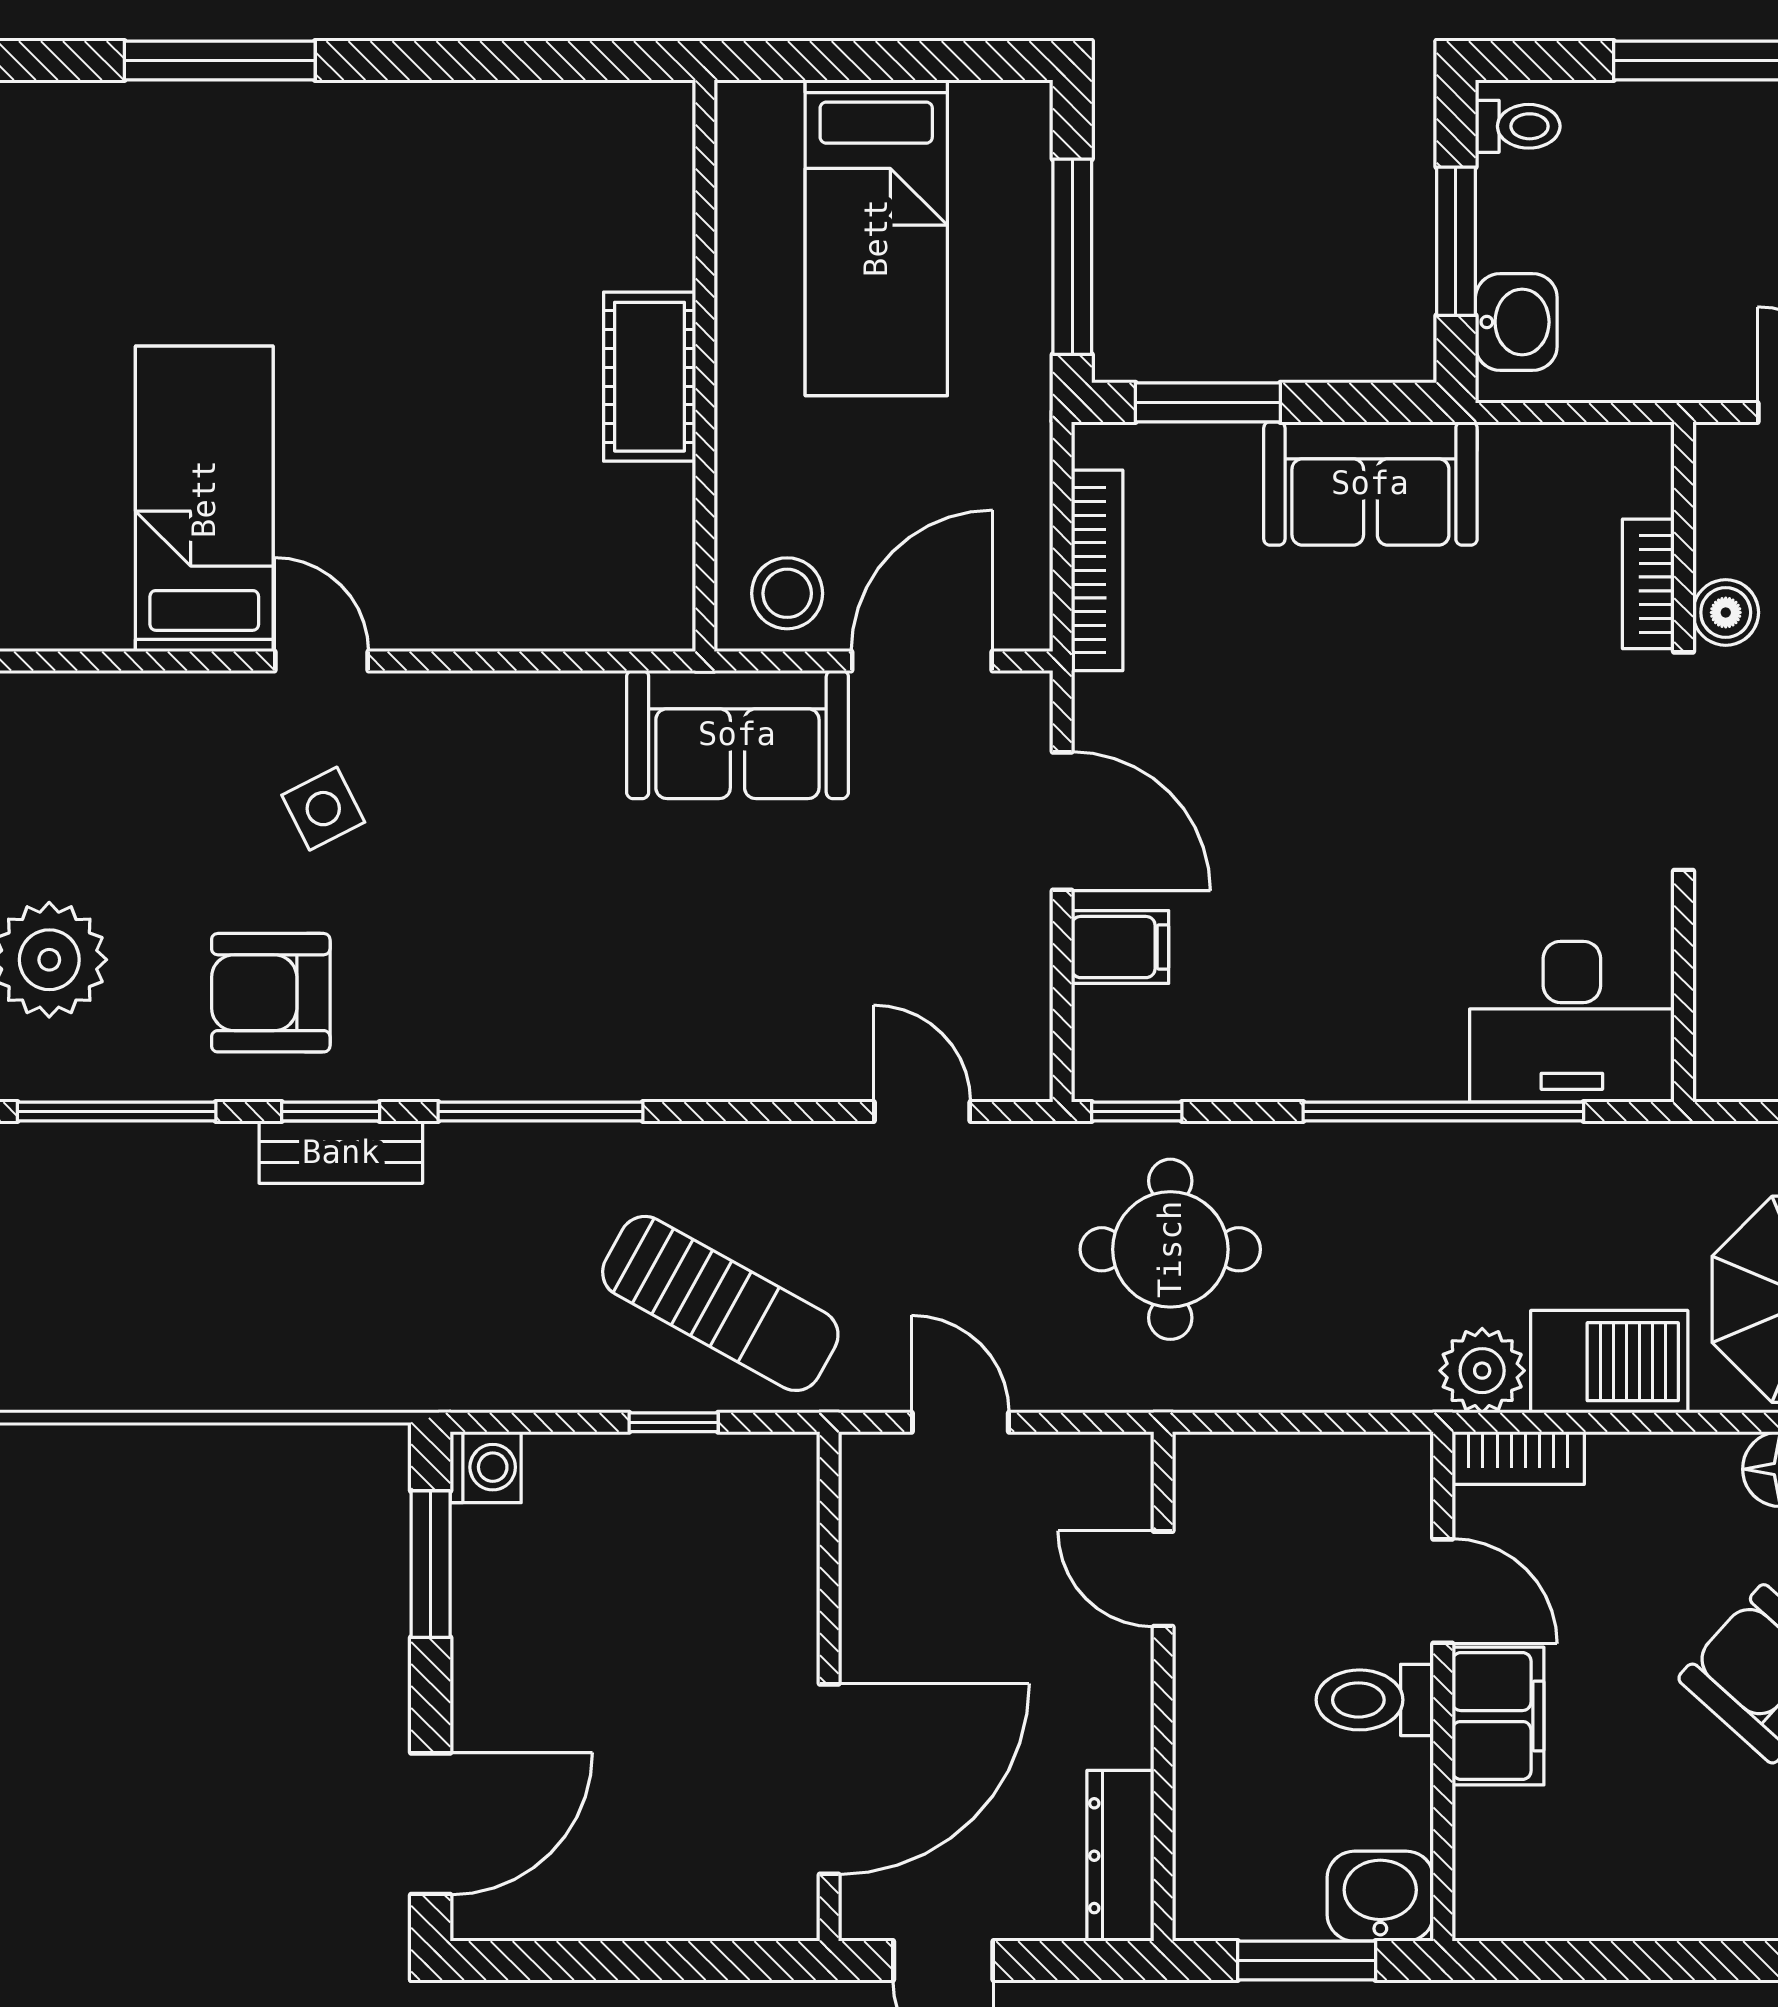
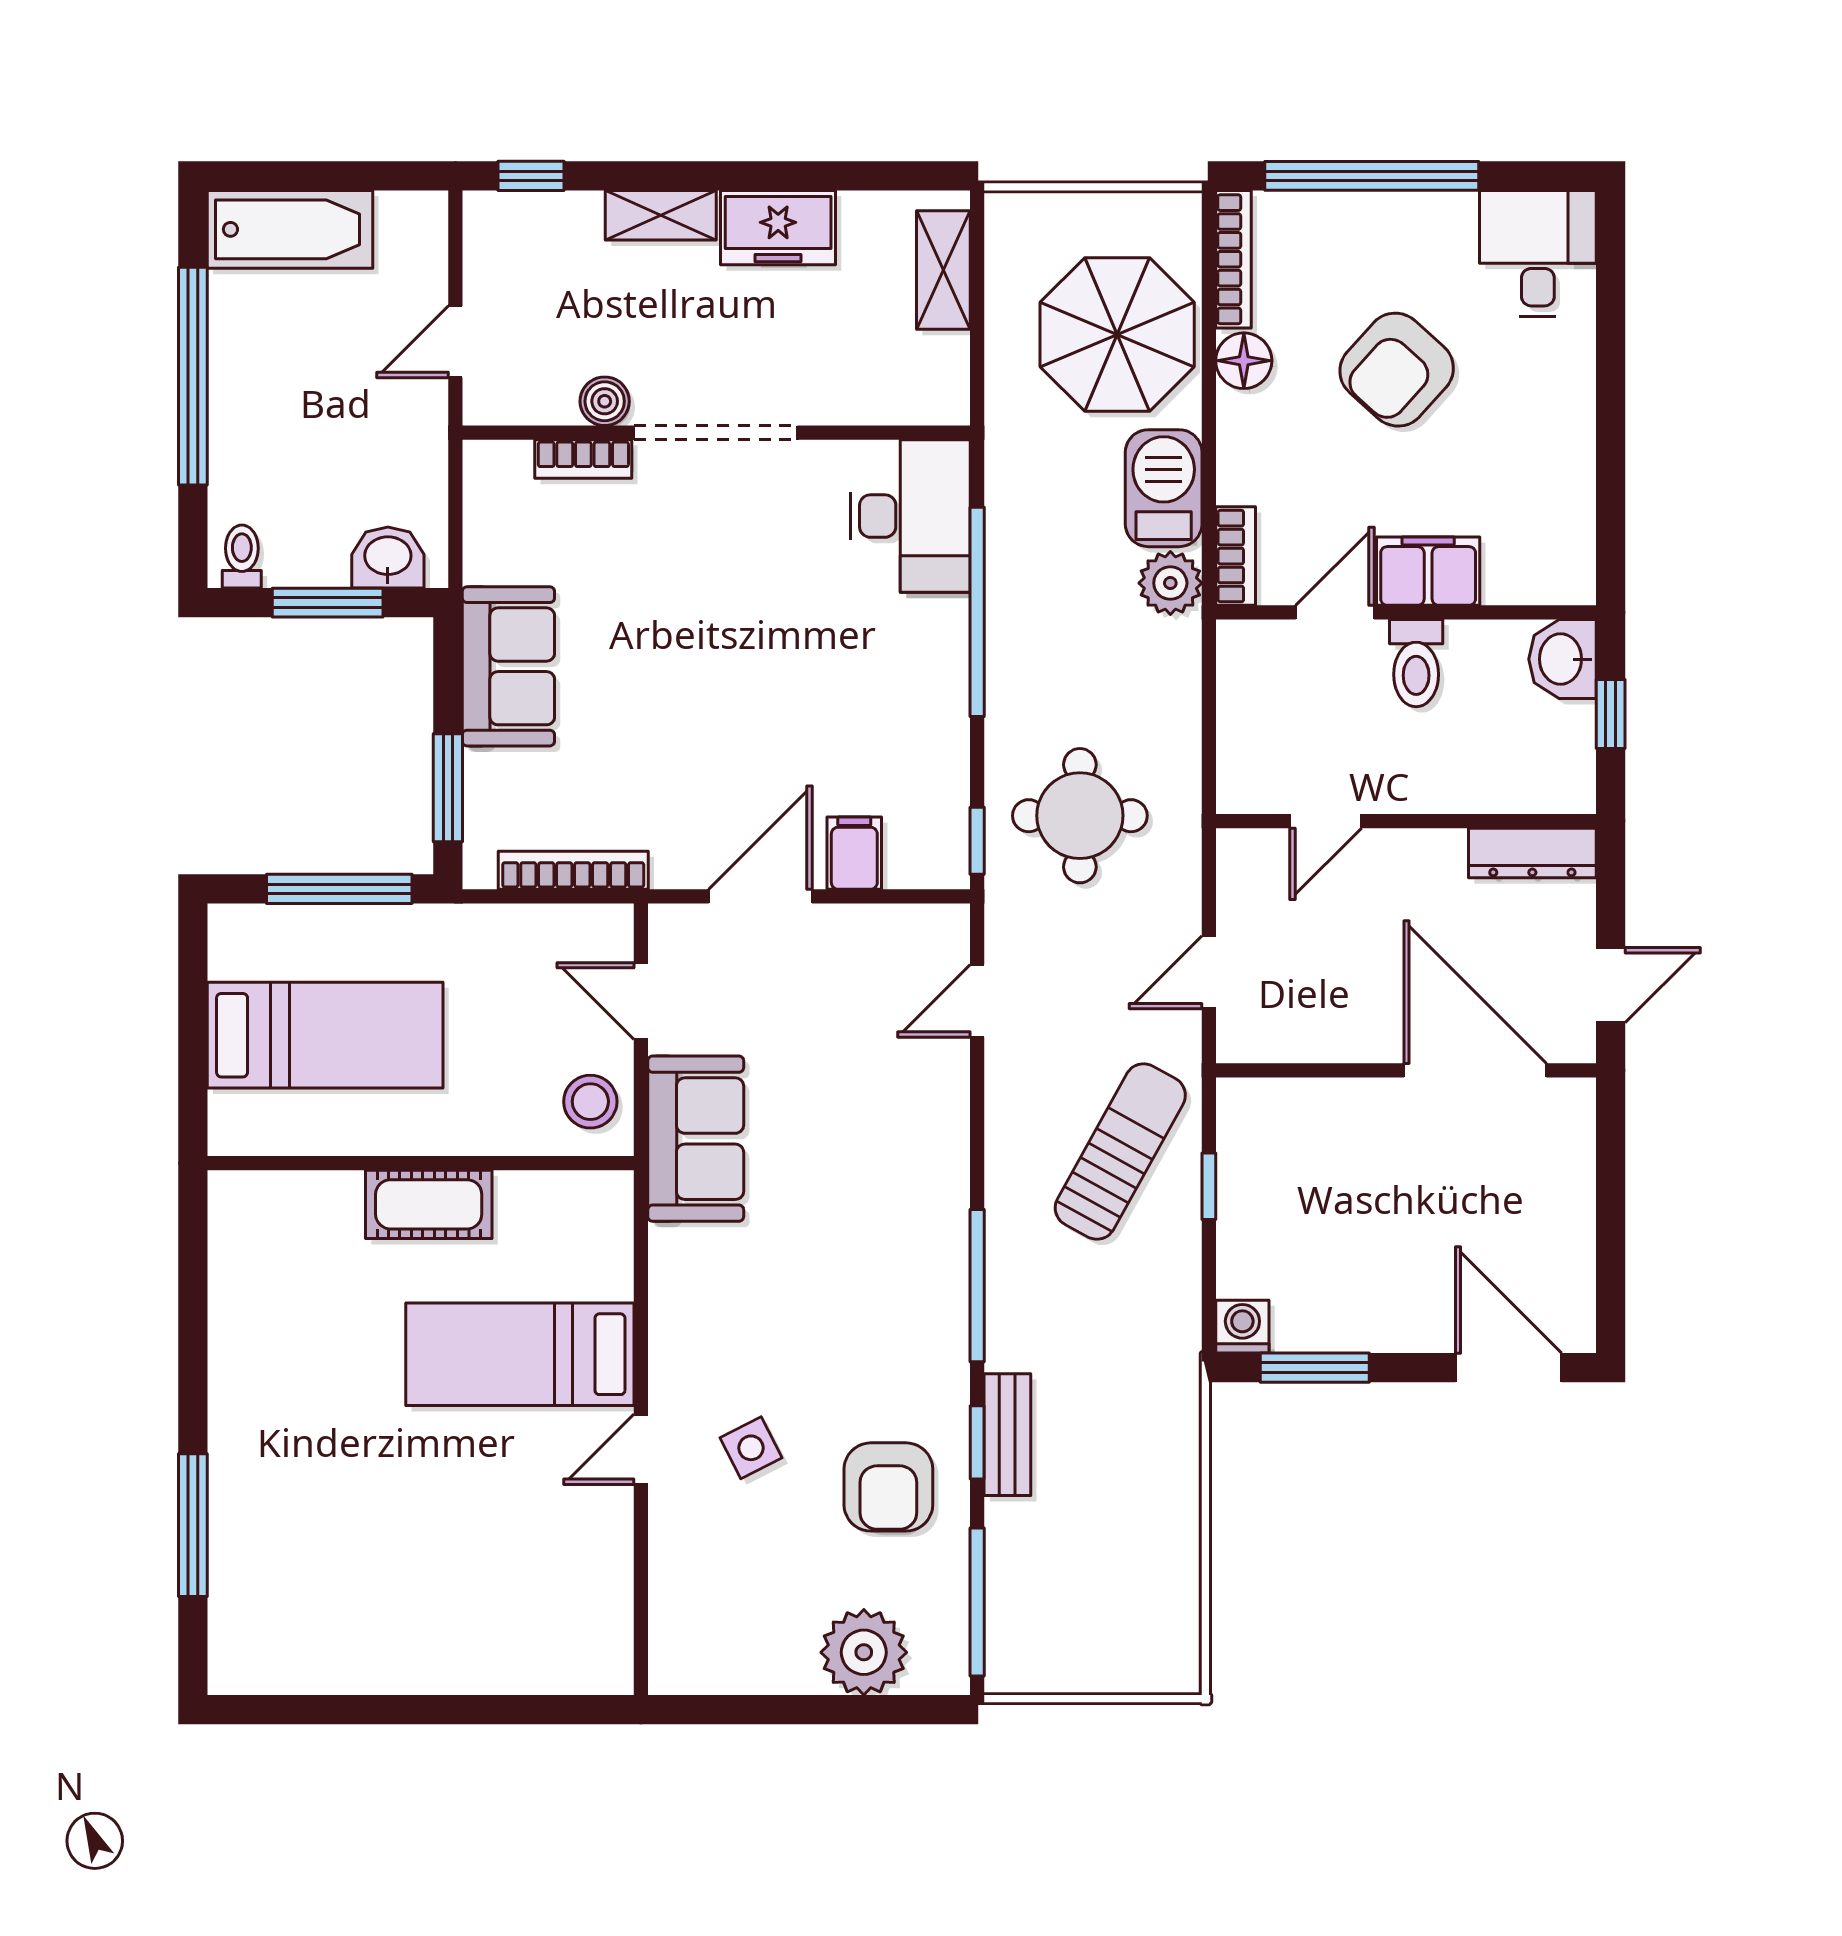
bed: (204, 499) -> (520, 1354), moved
door: (922, 661) -> (641, 1001), width x0.73
window: (1307, 1961) -> (1611, 714), width x0.67

